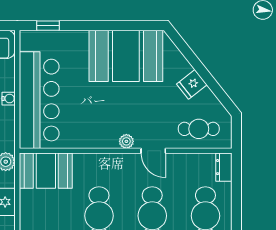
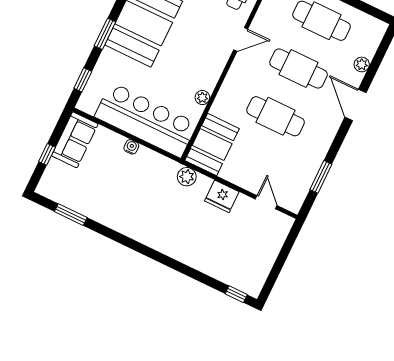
window: (99, 26) -> (105, 34), added
plant: (126, 141) -> (202, 98), moved

